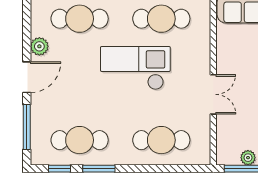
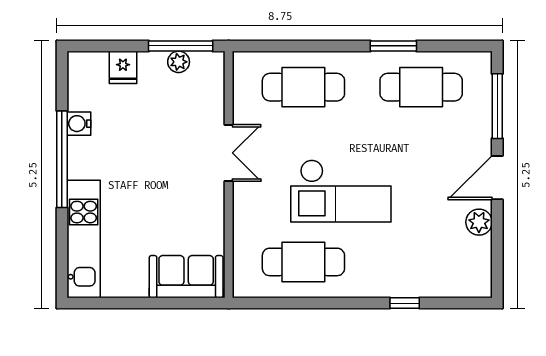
cafe table: (80, 19) -> (421, 262), removed
double door: (213, 94) -> (229, 153), swing flipped
window: (59, 169) -> (450, 46), removed

